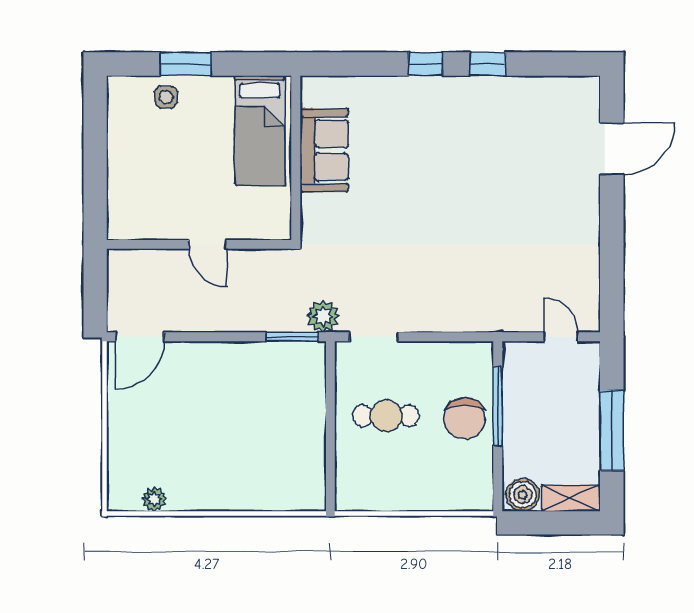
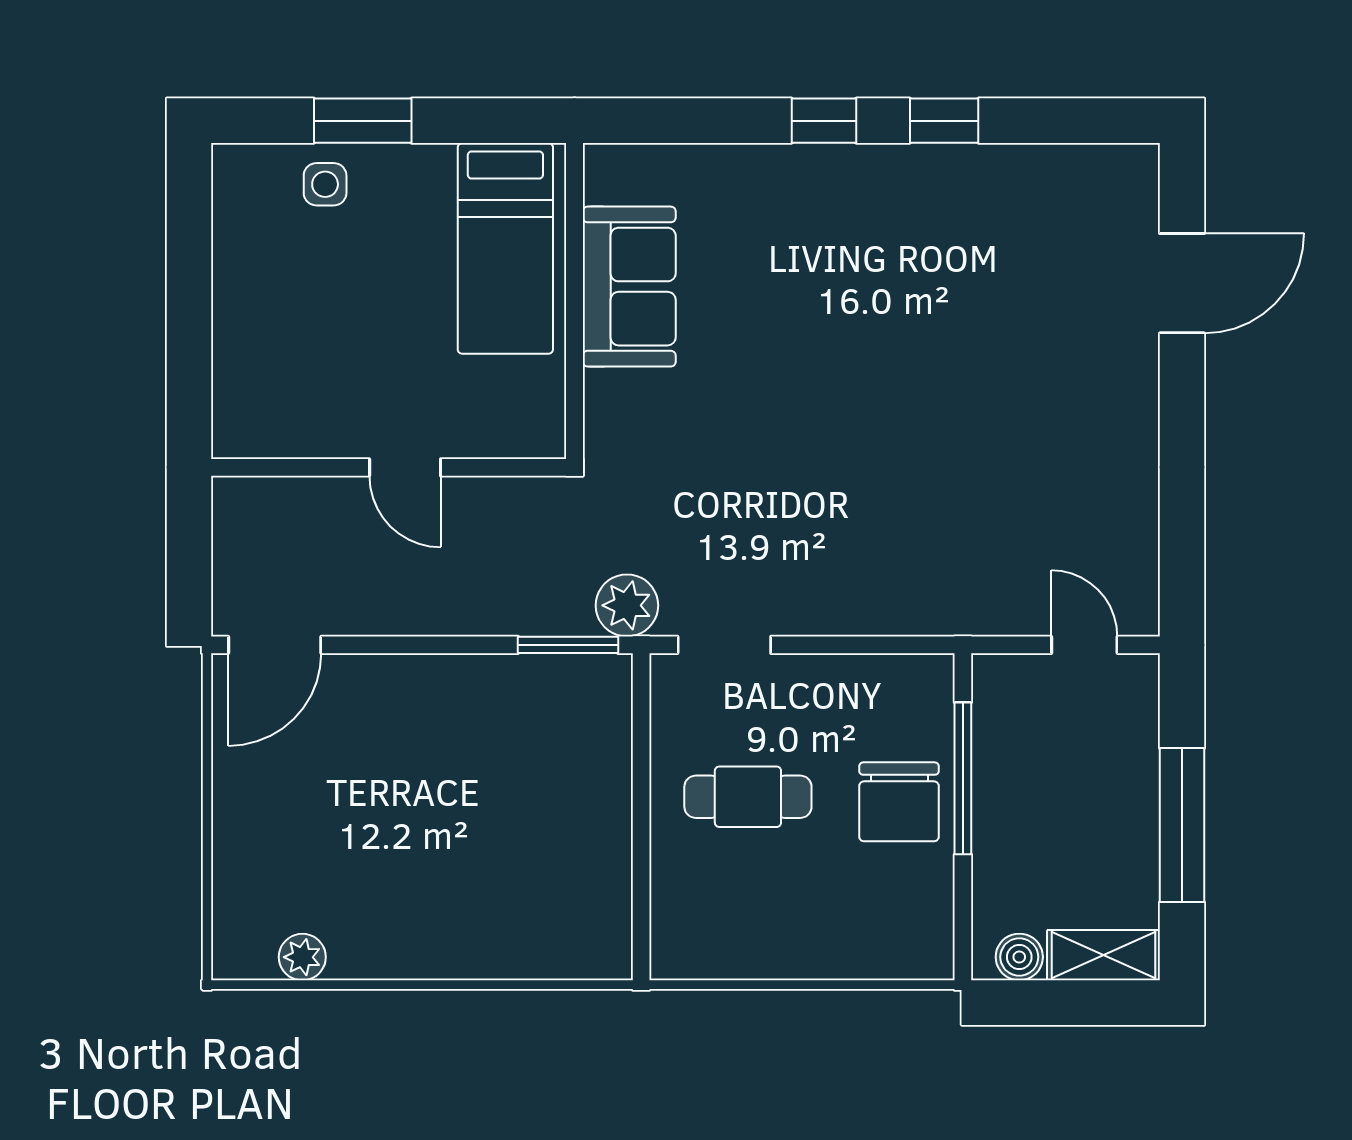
boiler: (523, 495) -> (1019, 957), width x0.73, depth x0.73

